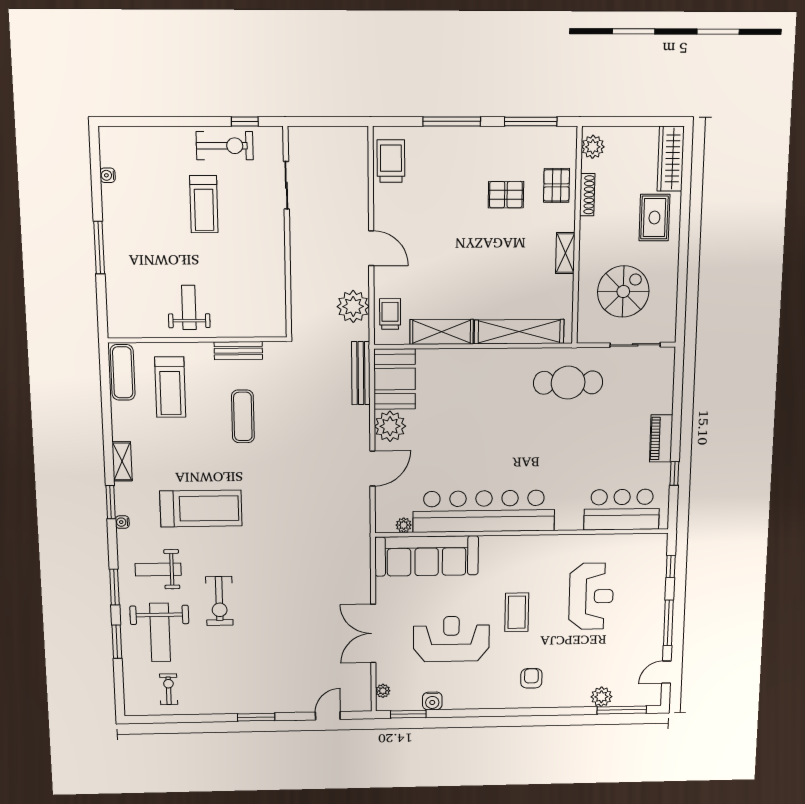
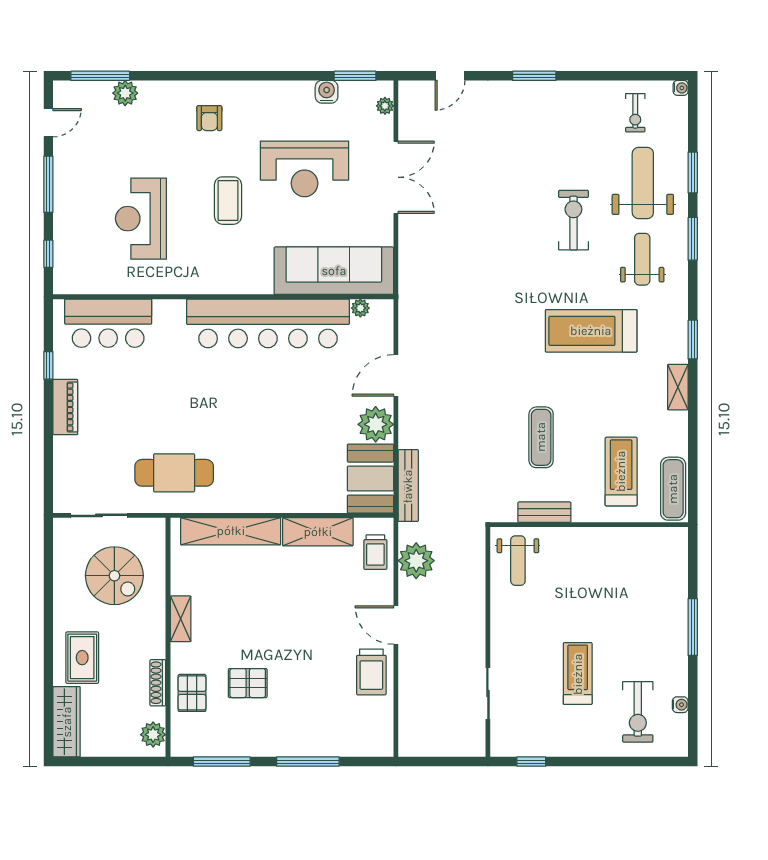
exercise bike: (225, 146) -> (638, 712), moved, turned -90
trolley: (391, 161) -> (371, 672), moved
spiral stairs: (623, 292) -> (114, 576), turned -90
weight bench: (189, 307) -> (518, 561), moved
water cooler: (122, 522) -> (681, 88), moved
weight bench: (158, 569) -> (642, 259), turned -90

